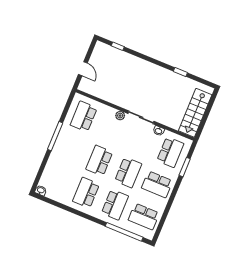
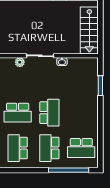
school desk: (170, 152) -> (81, 77), removed
school desk: (99, 161) -> (18, 113), turned -90
school desk: (157, 184) -> (81, 113), removed
school desk: (115, 205) -> (49, 148), turned 180

